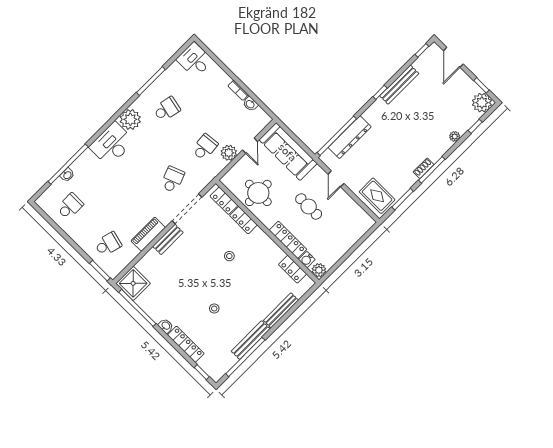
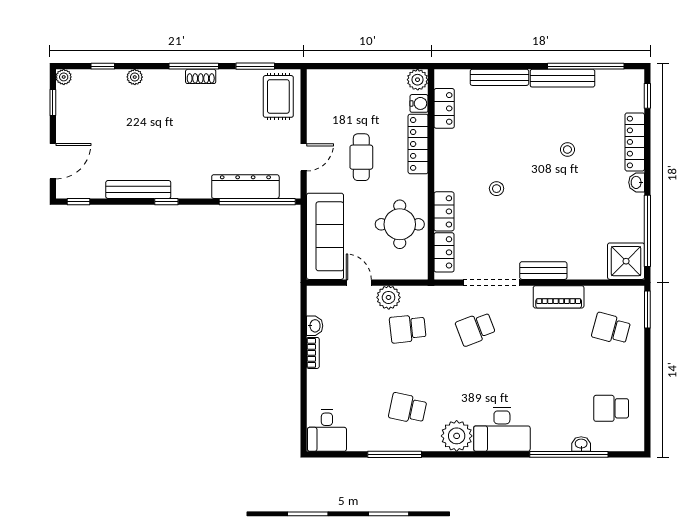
plant: (482, 103) -> (64, 77), width x0.53, depth x0.53
door: (250, 146) -> (359, 283), hinge flipped

